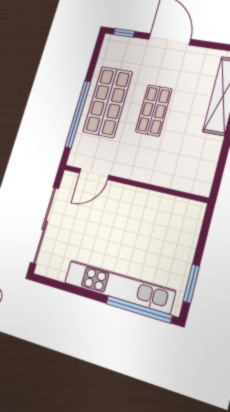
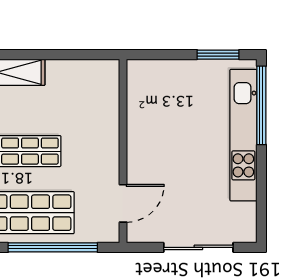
door: (94, 174) -> (123, 203), hinge flipped
sliding door: (45, 225) -> (198, 247), width x0.73

